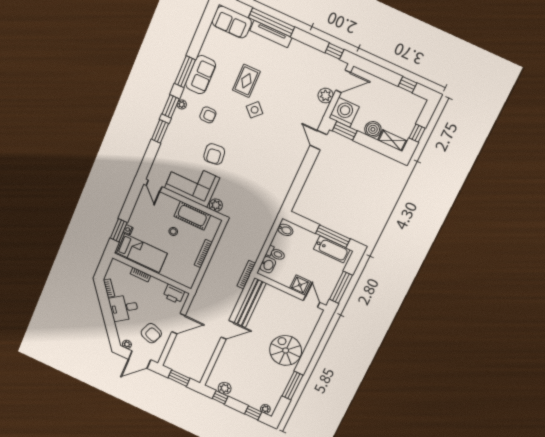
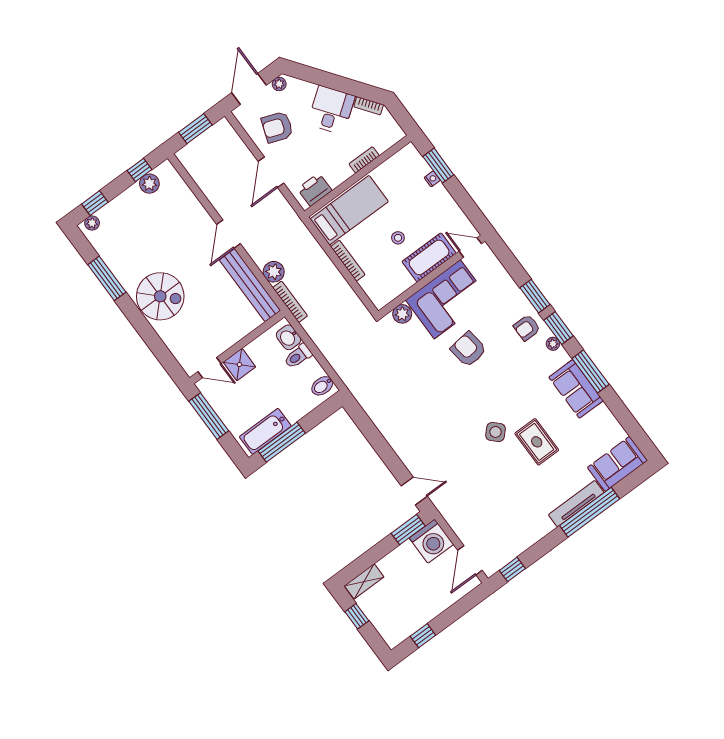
plant: (326, 96) -> (274, 272), moved
armchair: (208, 115) -> (527, 328), moved
boiler: (373, 129) -> (391, 565), removed
cot: (192, 216) -> (429, 257), moved
bed: (141, 253) -> (349, 210), moved, turned 180

